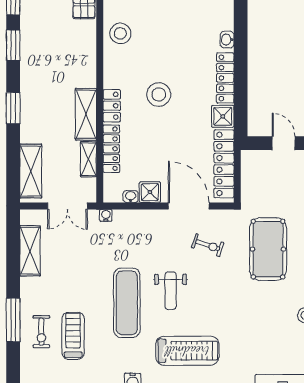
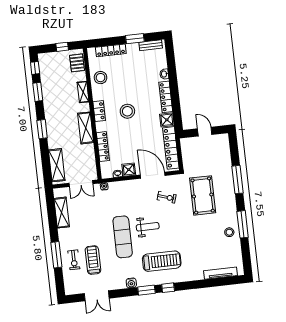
locker: (112, 106) -> (99, 111), moved
shelving: (88, 159) -> (83, 92), moved
weight bench: (171, 291) -> (148, 227), turned -90

